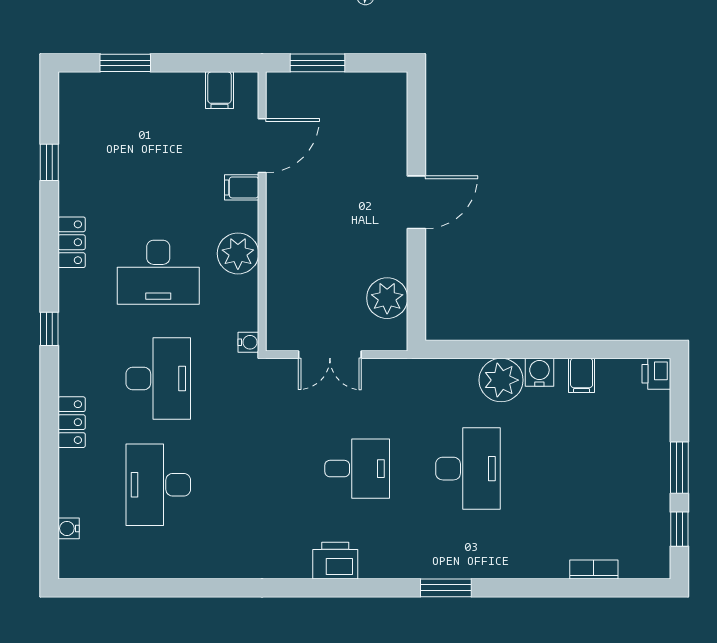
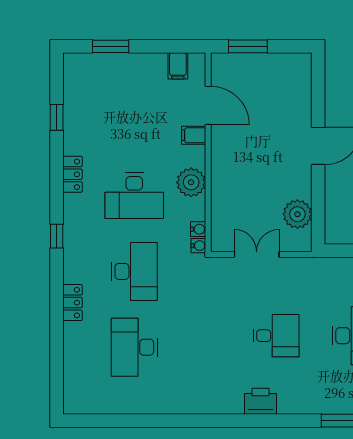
door: (262, 146) -> (208, 105), hinge flipped
double door: (330, 355) -> (257, 254), swing flipped
water cooler: (69, 528) -> (198, 229), moved, turned 180

